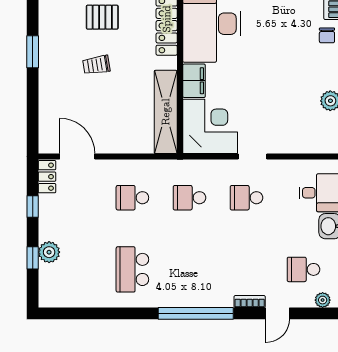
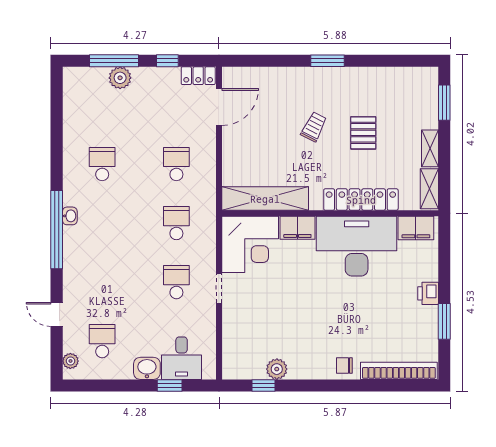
trolley: (96, 65) -> (314, 127), turned 36
window: (33, 258) -> (114, 61), width x2.17
school desk: (132, 269) -> (102, 164), width x0.54
washbasin: (182, 301) -> (70, 216), added
bookcase: (250, 302) -> (69, 285), removed

